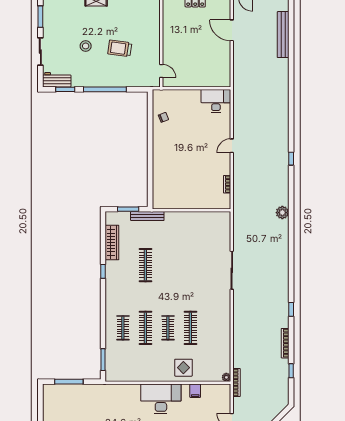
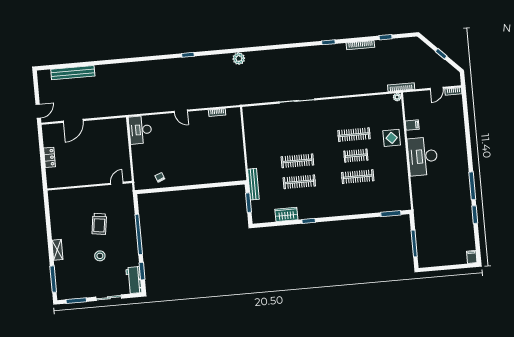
wardrobe: (112, 243) -> (286, 214), width x0.67
clothes rail: (123, 328) -> (297, 161), moved, width x1.36

